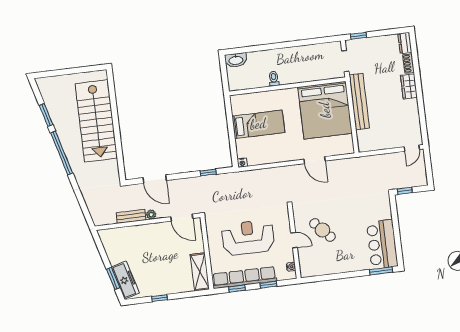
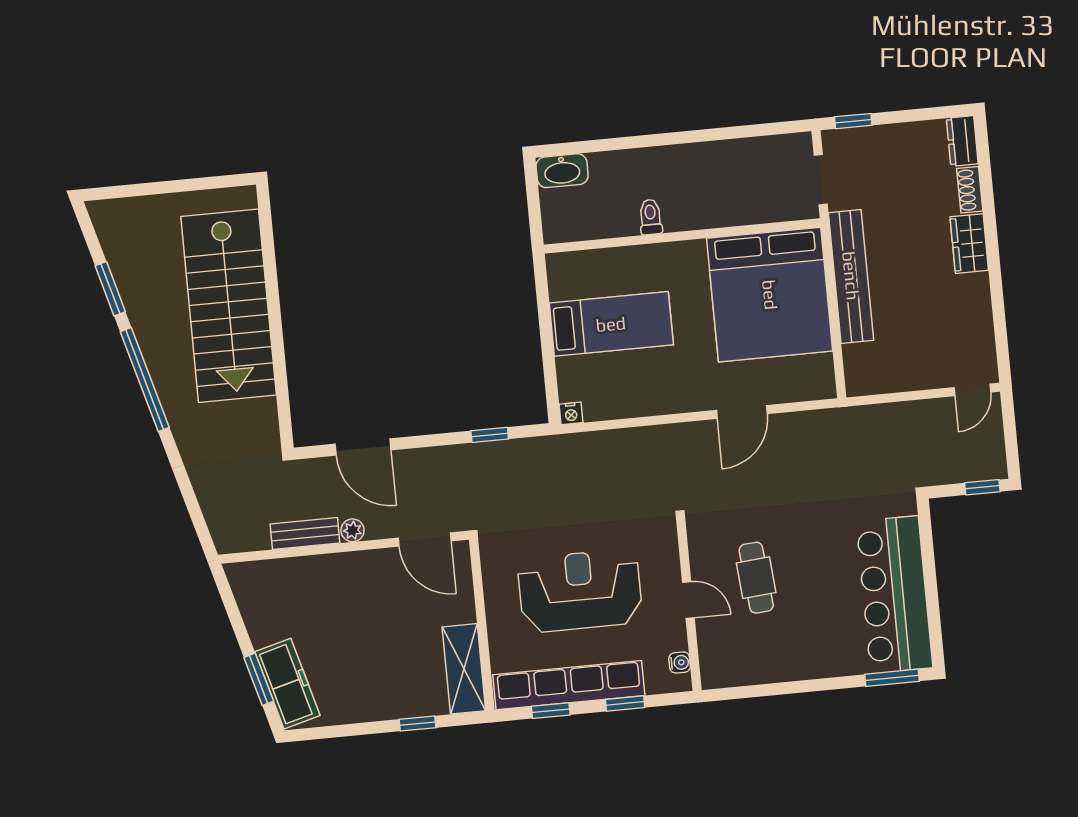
door: (315, 160) -> (742, 412), hinge flipped
window: (405, 191) -> (982, 487), moved
cafe table: (322, 230) -> (756, 578), turned 38
bar counter: (382, 244) -> (894, 595), width x1.36
window: (160, 298) -> (417, 723), moved

